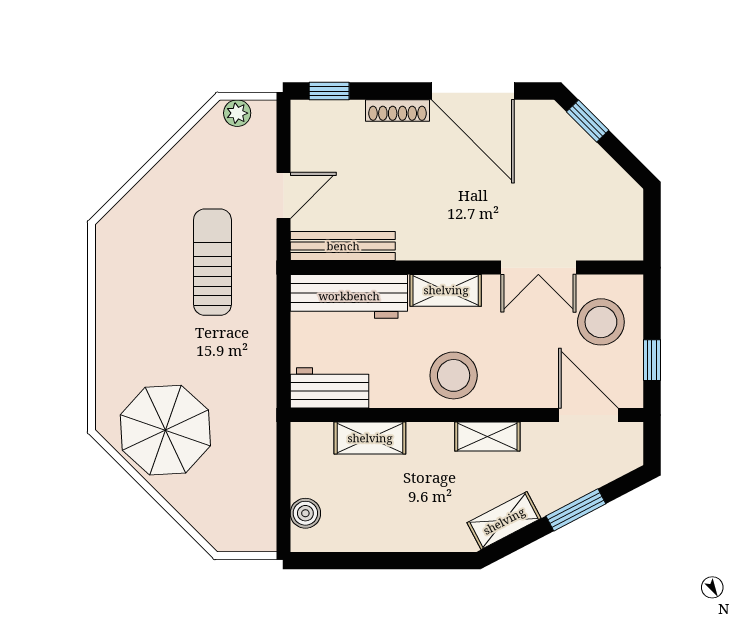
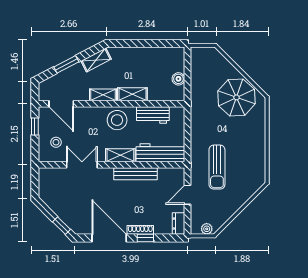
window: (329, 91) -> (145, 238), moved
dresser: (305, 126) -> (179, 224), added
bench: (343, 246) -> (135, 174), moved
stool: (601, 322) -> (56, 142), width x0.53, depth x0.53
workbench: (330, 388) -> (153, 115), moved
shelving: (370, 438) -> (132, 94), moved
boiler: (305, 513) -> (178, 79), moved

